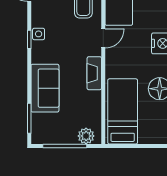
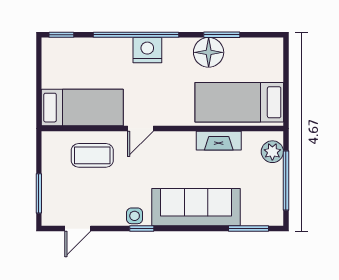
door: (103, 38) -> (141, 128), swing flipped
fireplace: (94, 73) -> (219, 141), moved
sofa: (45, 88) -> (196, 207), width x1.36

